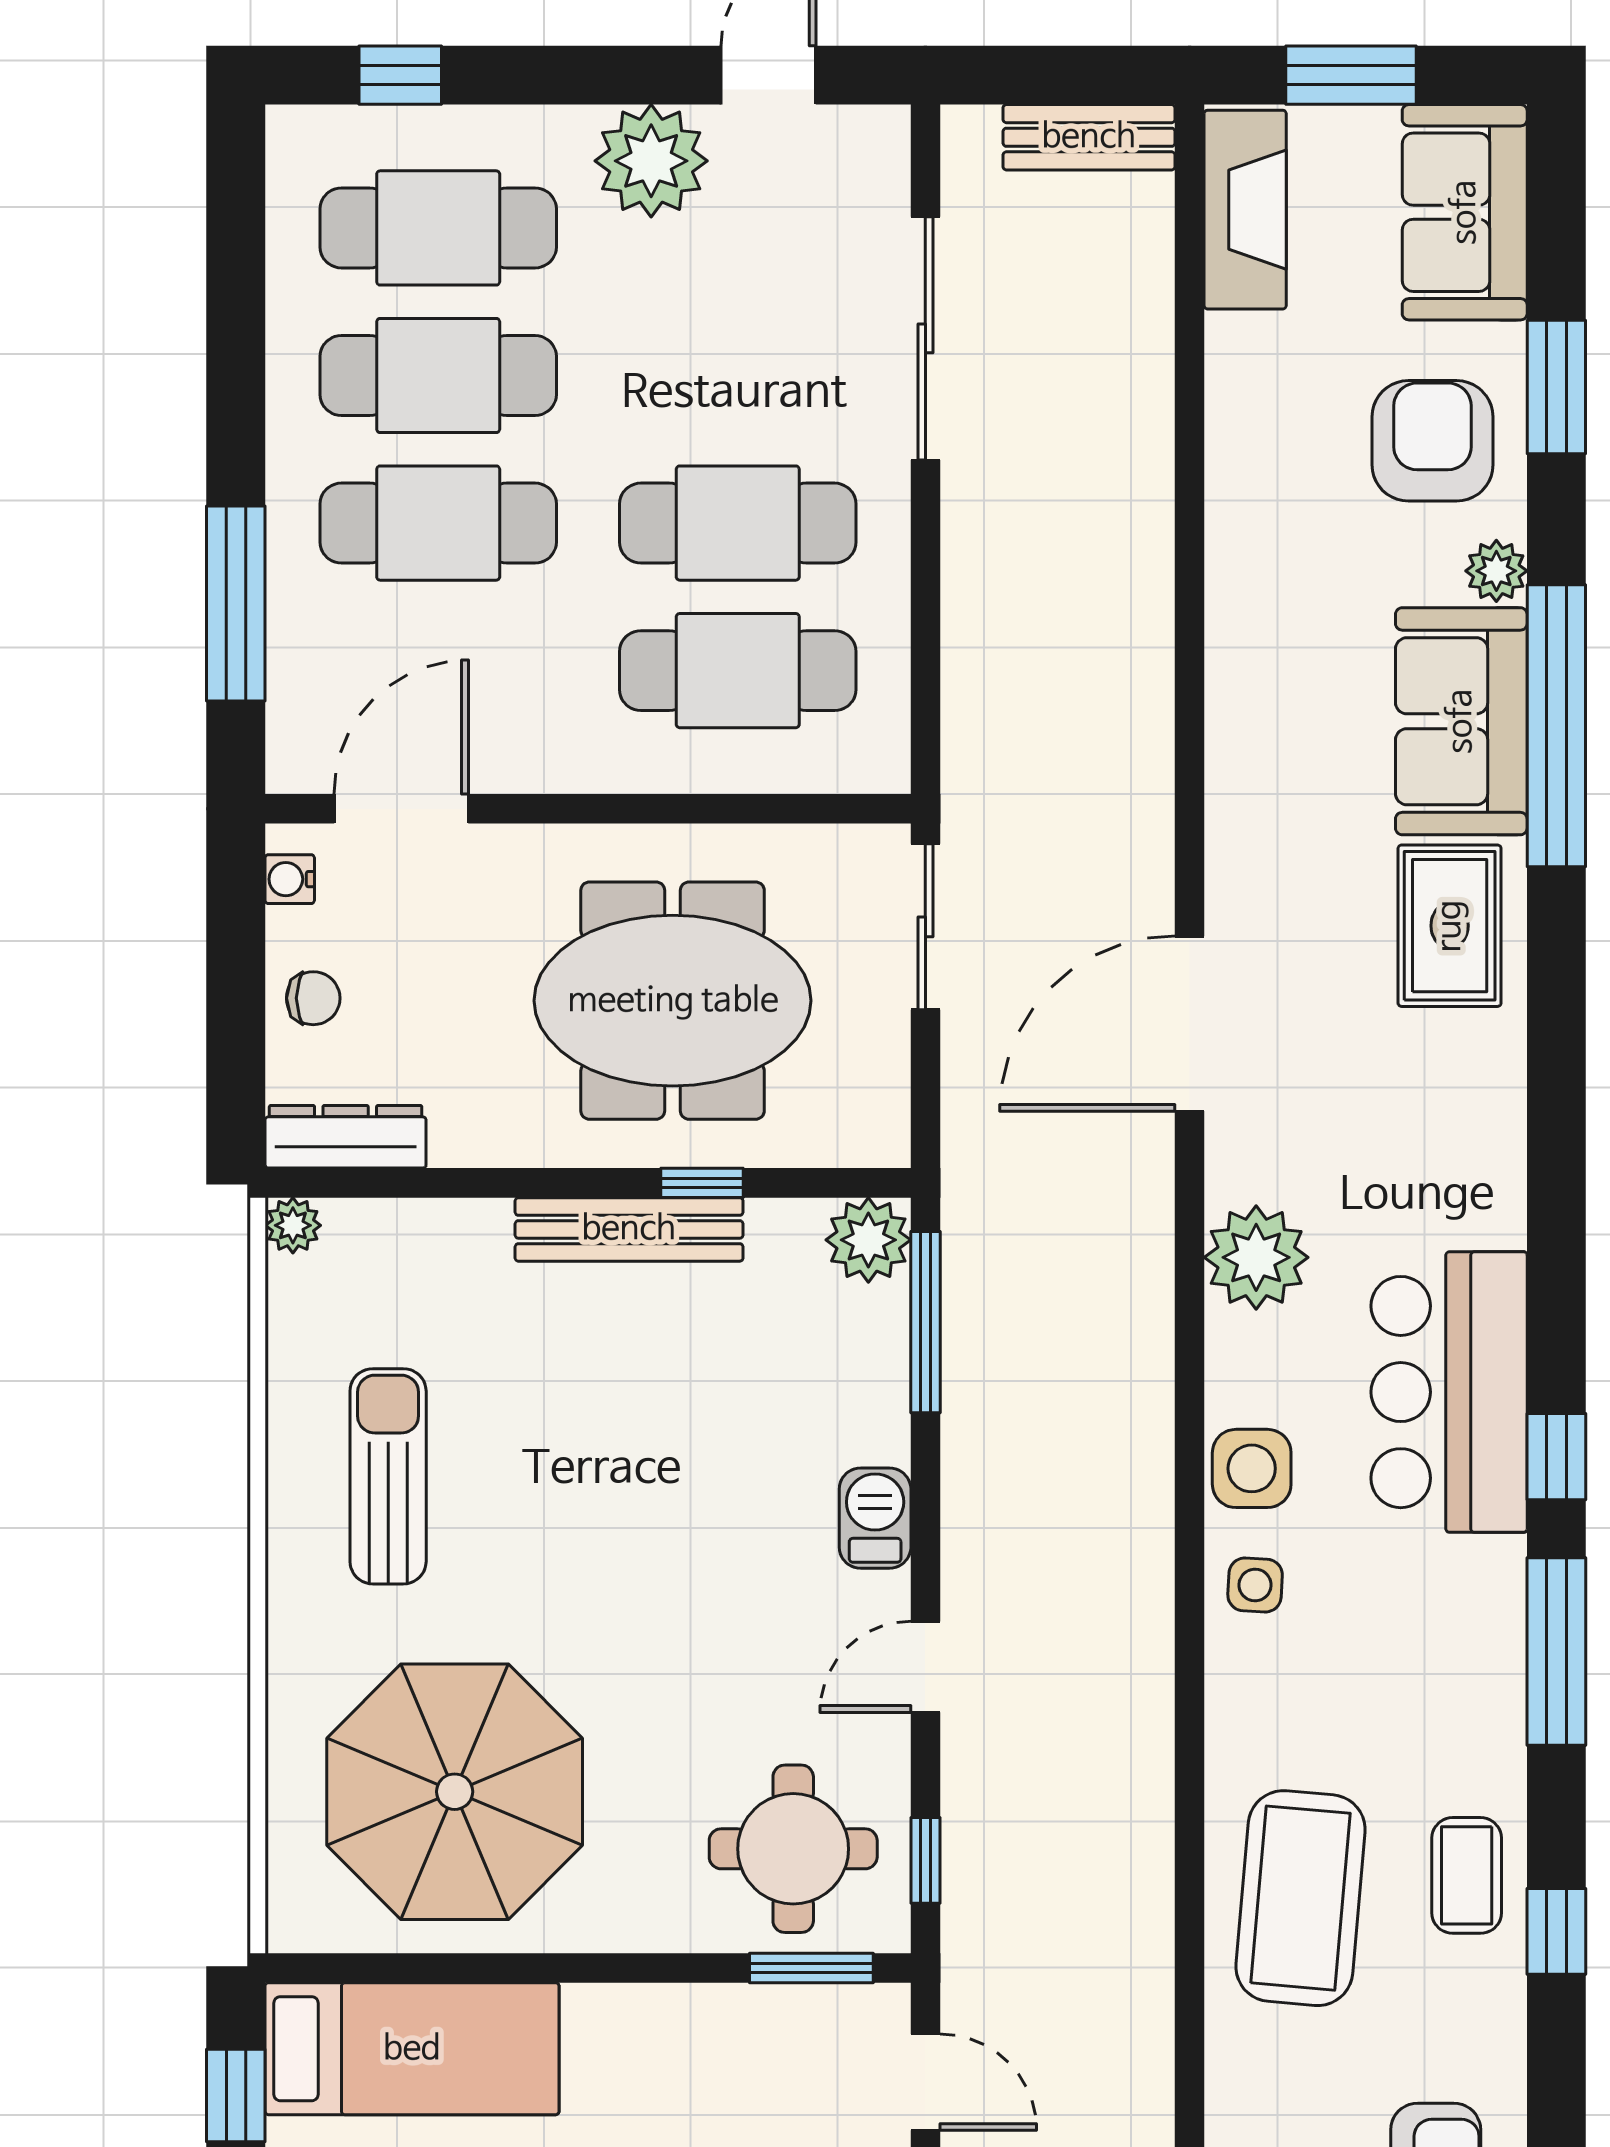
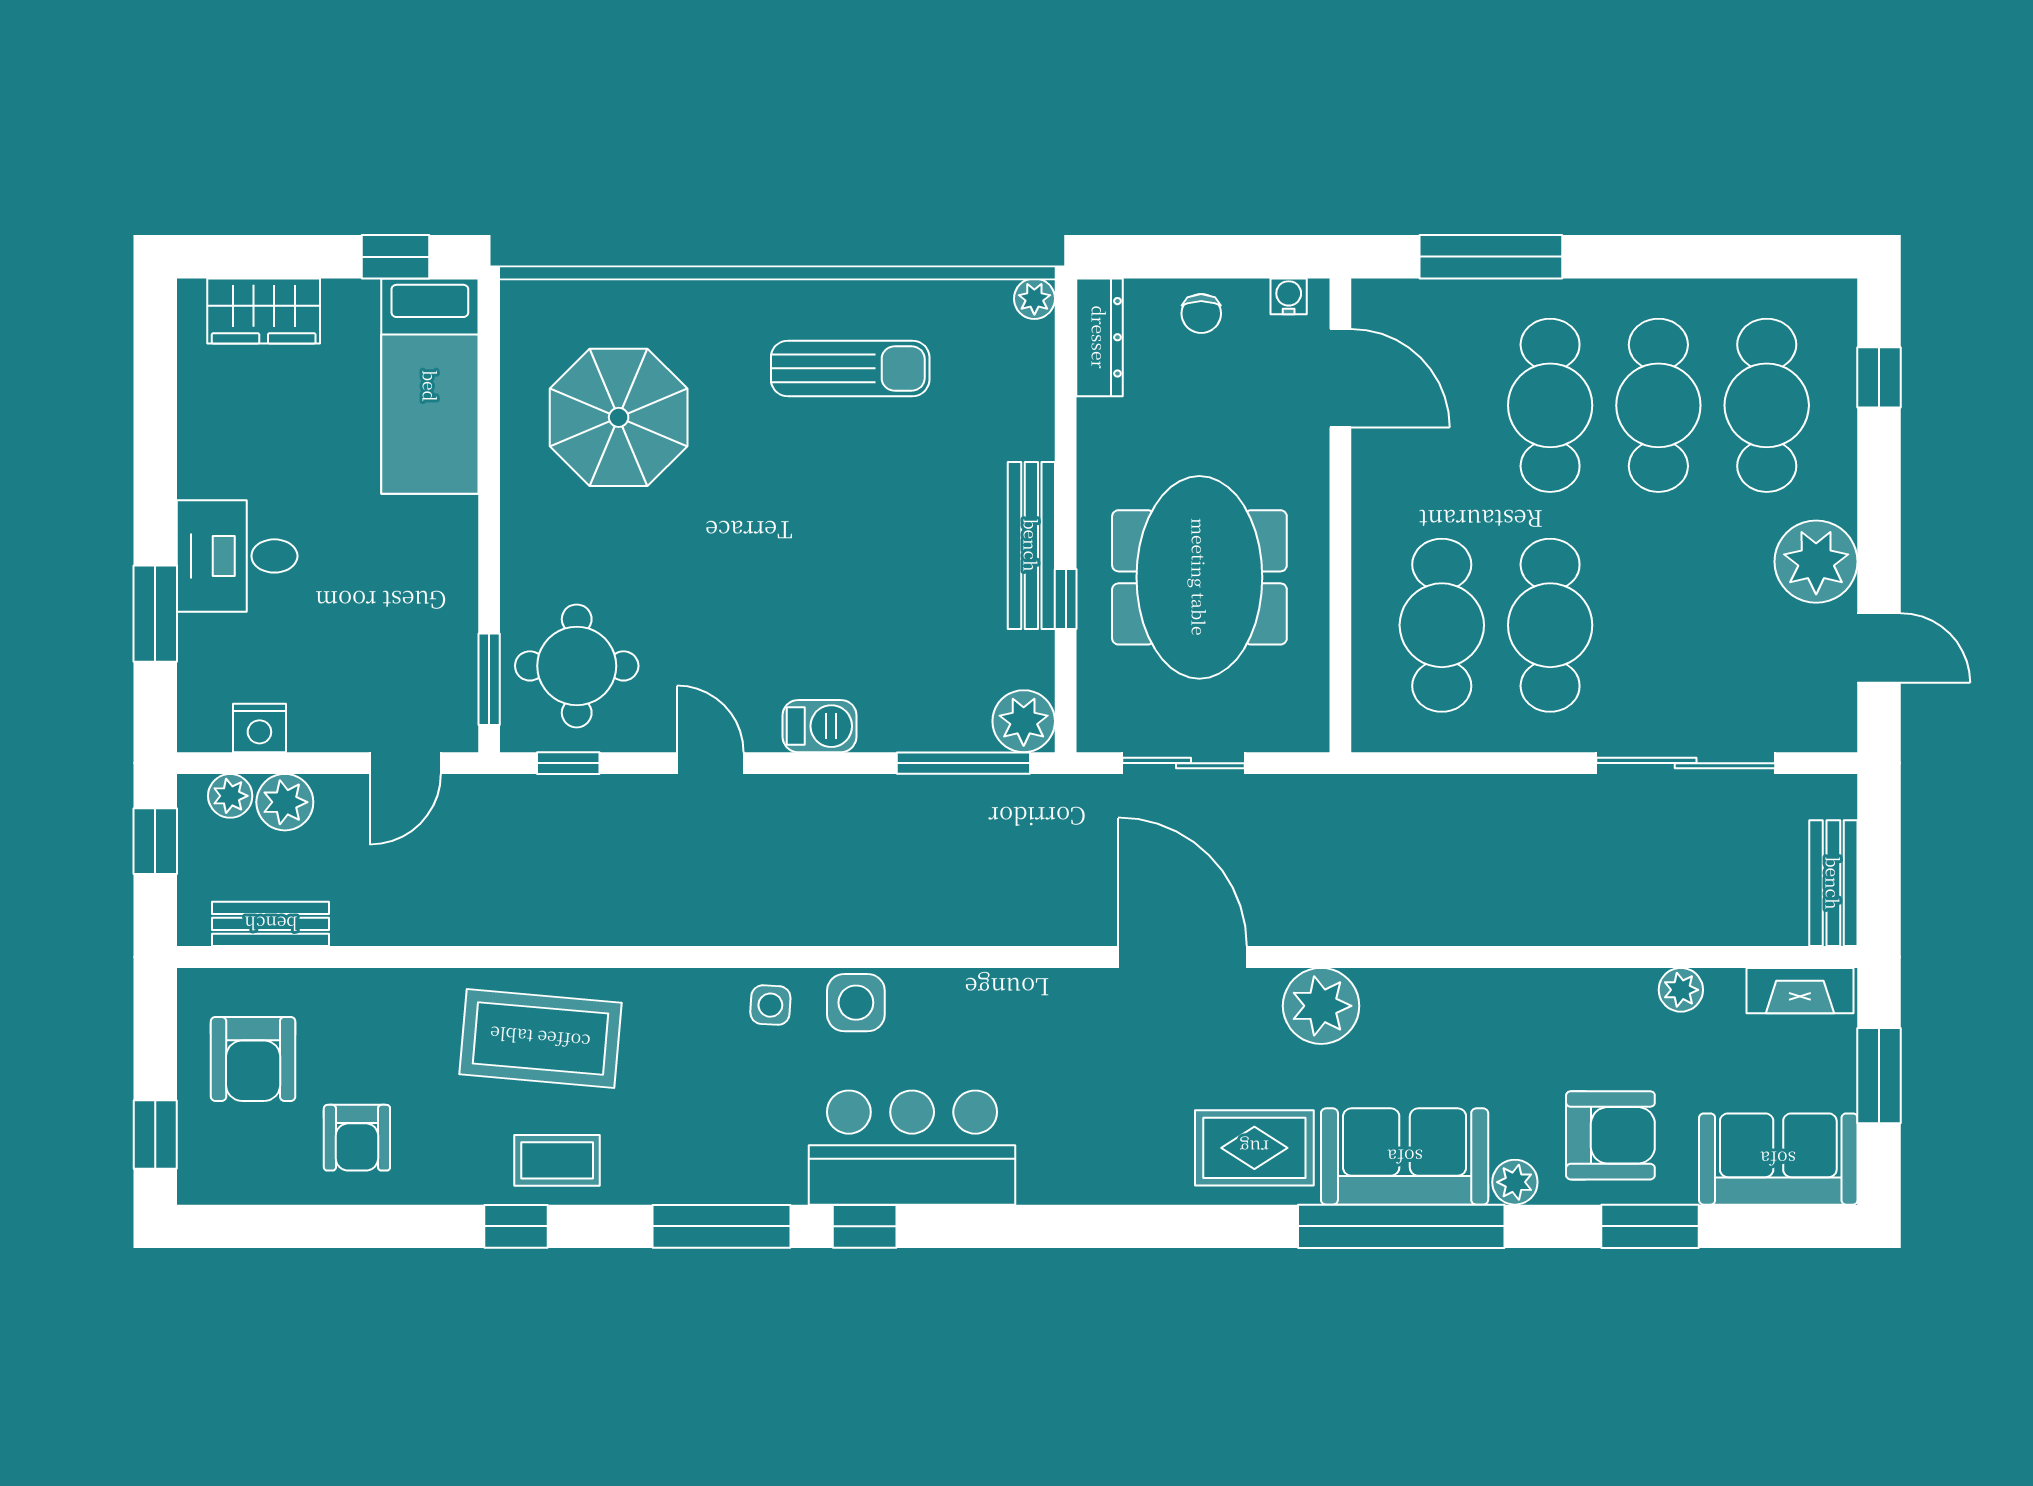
fireplace: (1245, 210) -> (1800, 991), width x0.73, depth x0.76
plant: (1234, 345) -> (1681, 990), added
sliding door: (925, 927) -> (1184, 763), moved
plant: (1256, 1257) -> (1321, 1006), moved
parasol: (455, 1792) -> (619, 417), width x0.73, depth x0.73

